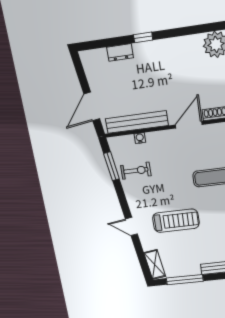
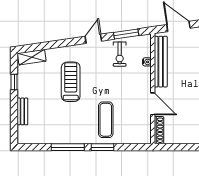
treadmill: (176, 221) -> (71, 82), turned 180
door: (131, 226) -> (93, 39), moved
window: (185, 280) -> (14, 82), width x0.46

